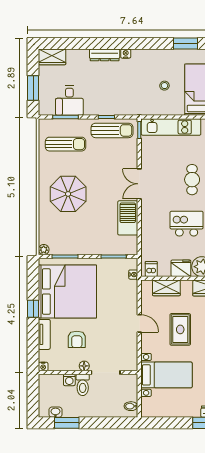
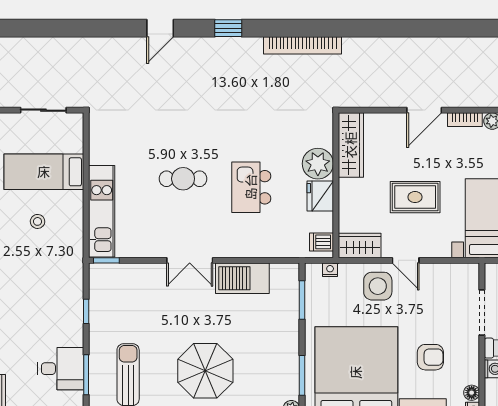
sun lounger: (112, 130) -> (107, 303), removed
wardrobe: (166, 288) -> (360, 246), moved, turned -90
side table: (123, 305) -> (378, 286), added
door: (139, 323) -> (406, 260), swing flipped
floor lamp: (84, 366) -> (472, 393), moved

